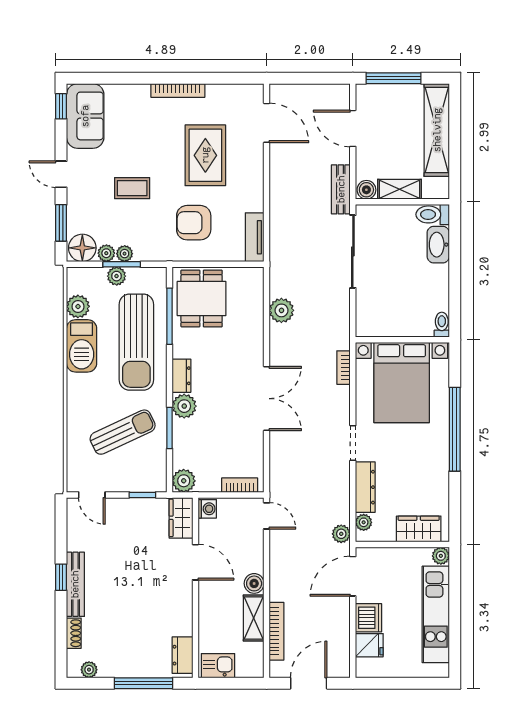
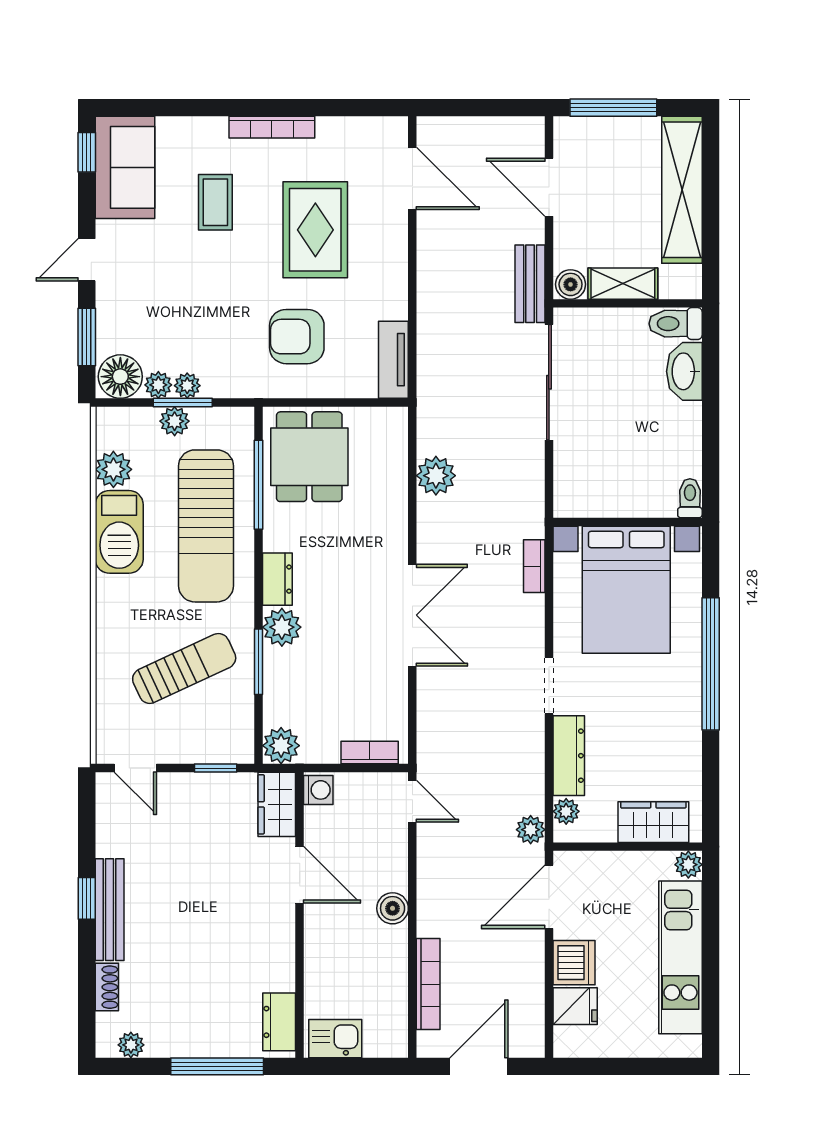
door: (61, 174) -> (87, 260), hinge flipped
coffee table: (132, 188) -> (215, 202), moved, turned 90
shelving: (254, 618) -> (392, 963), removed

